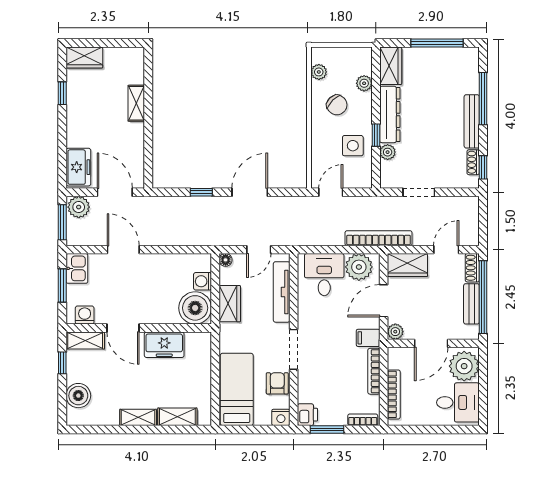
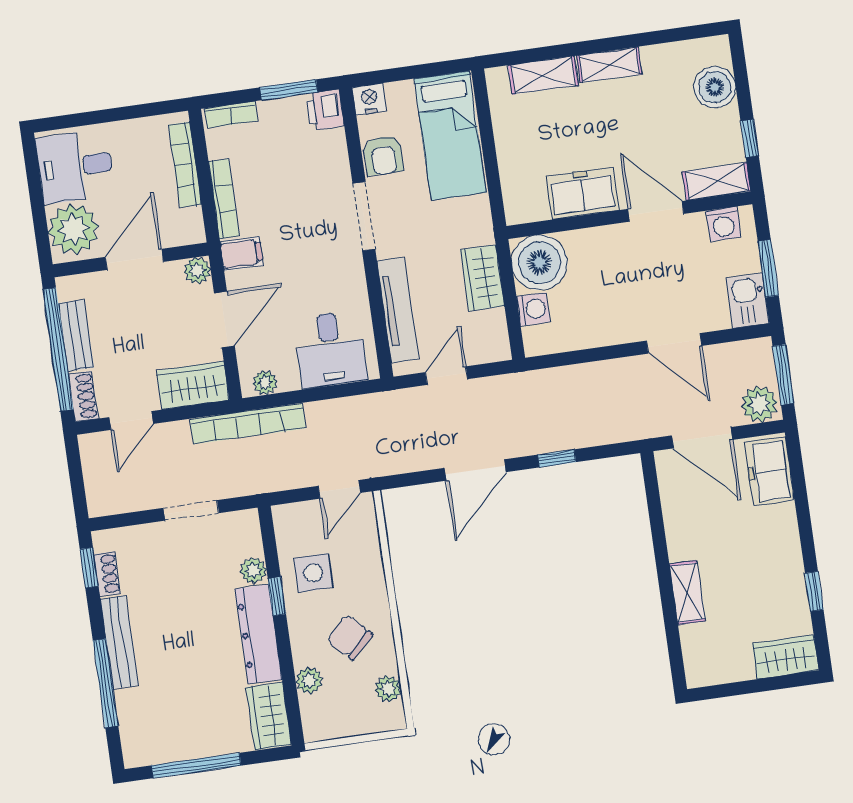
floor lamp: (226, 260) -> (500, 350), removed
plant: (359, 267) -> (265, 383), width x0.53, depth x0.53

